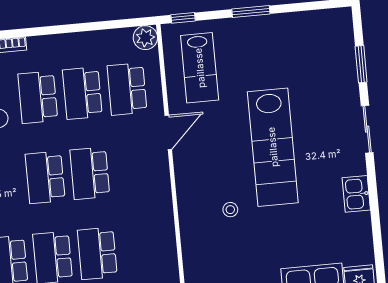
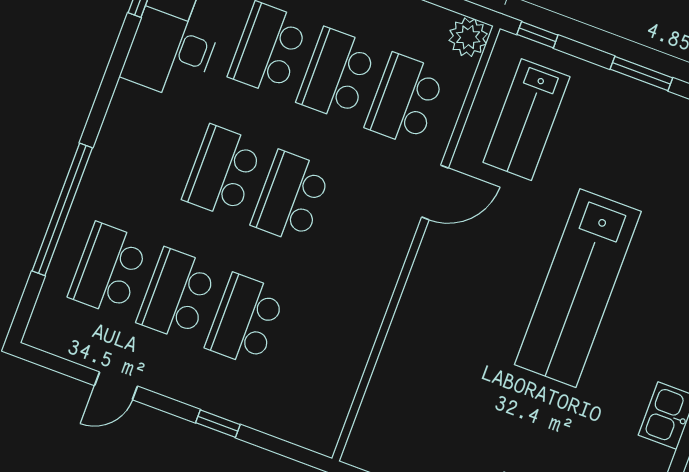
stool: (230, 210) -> (471, 350), removed

